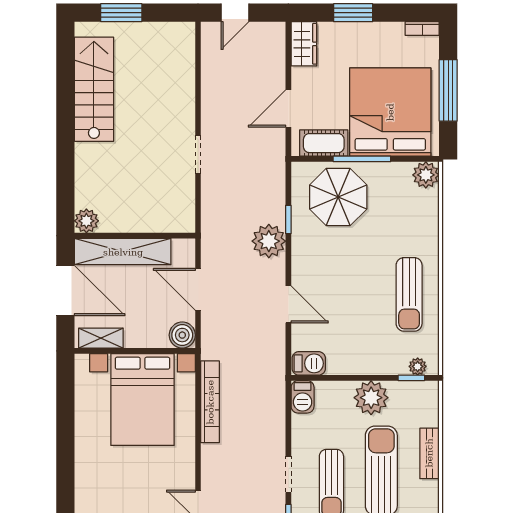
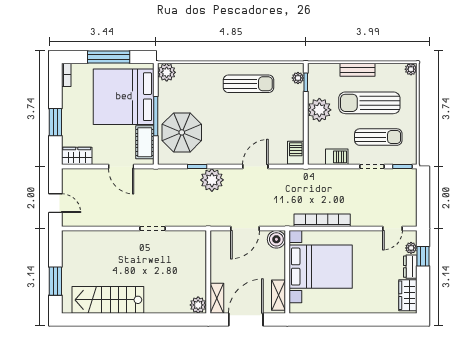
shelving: (123, 252) -> (217, 298), width x0.45, depth x0.75
barbecue: (303, 397) -> (337, 157), moved

